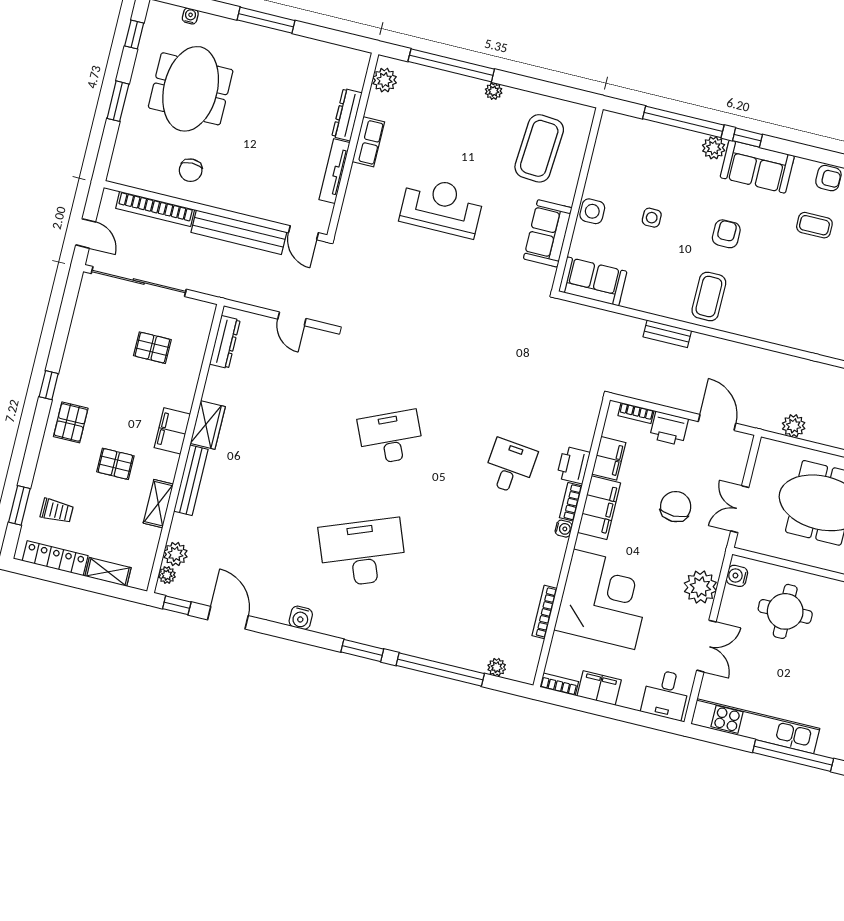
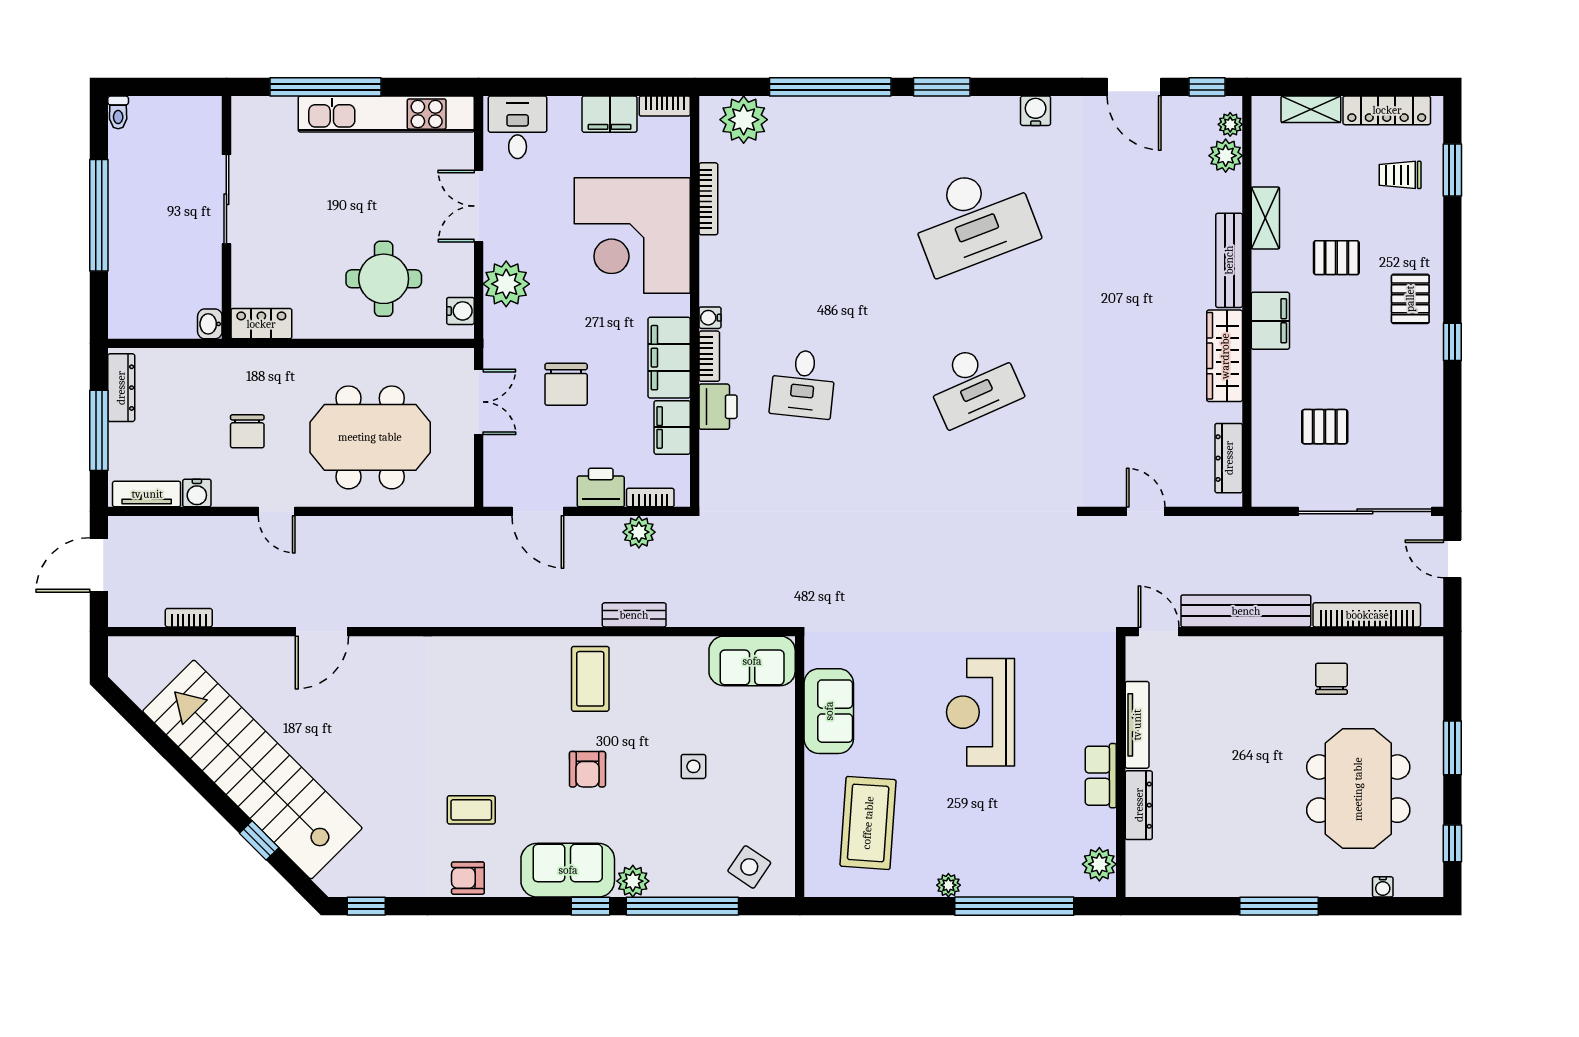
reception desk: (442, 207) -> (980, 712), turned 90
side table: (592, 211) -> (749, 867), moved, turned 34
wardrobe: (208, 425) -> (1225, 356), width x1.50
plant: (794, 426) -> (639, 532), moved
plant: (497, 667) -> (744, 120), width x1.88, depth x1.88

